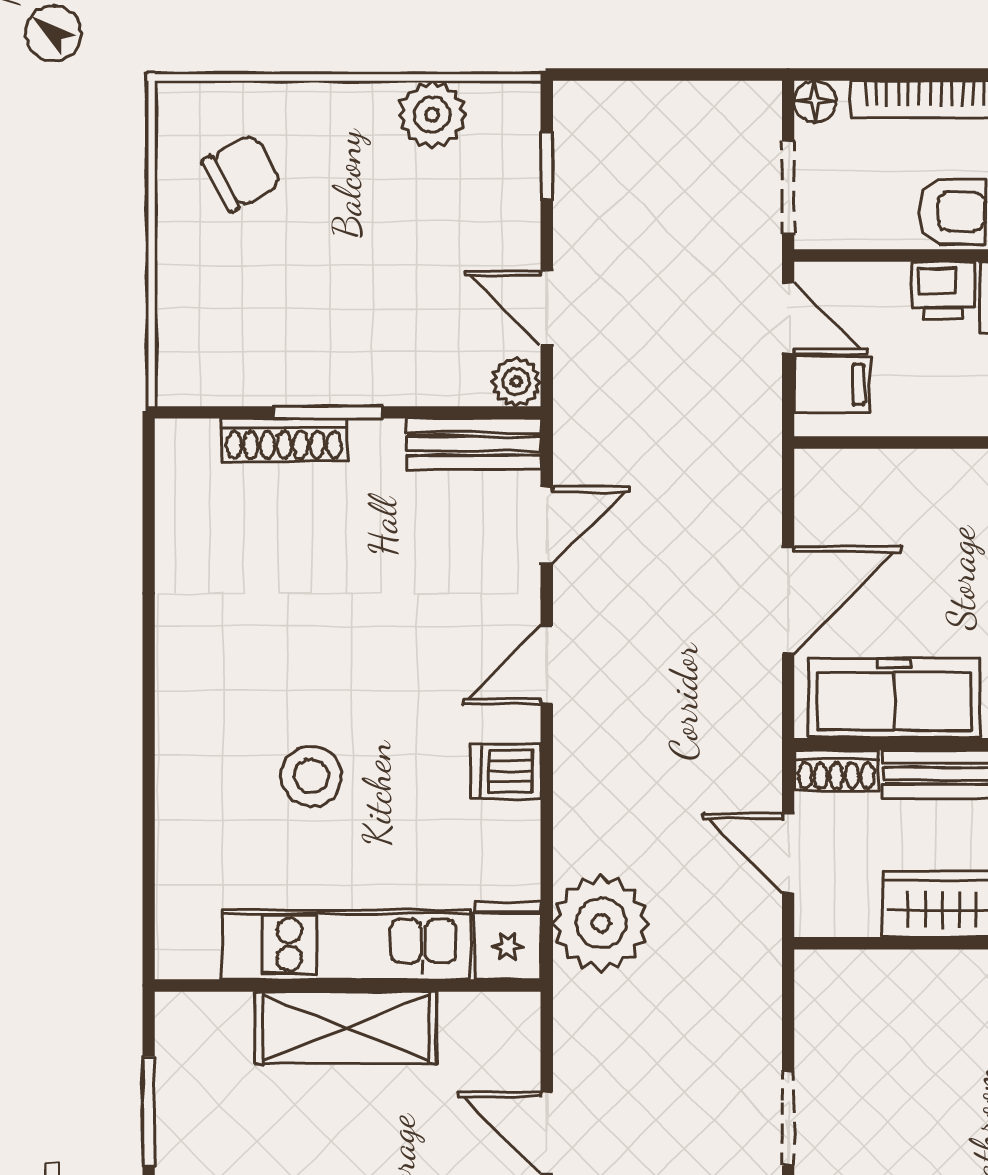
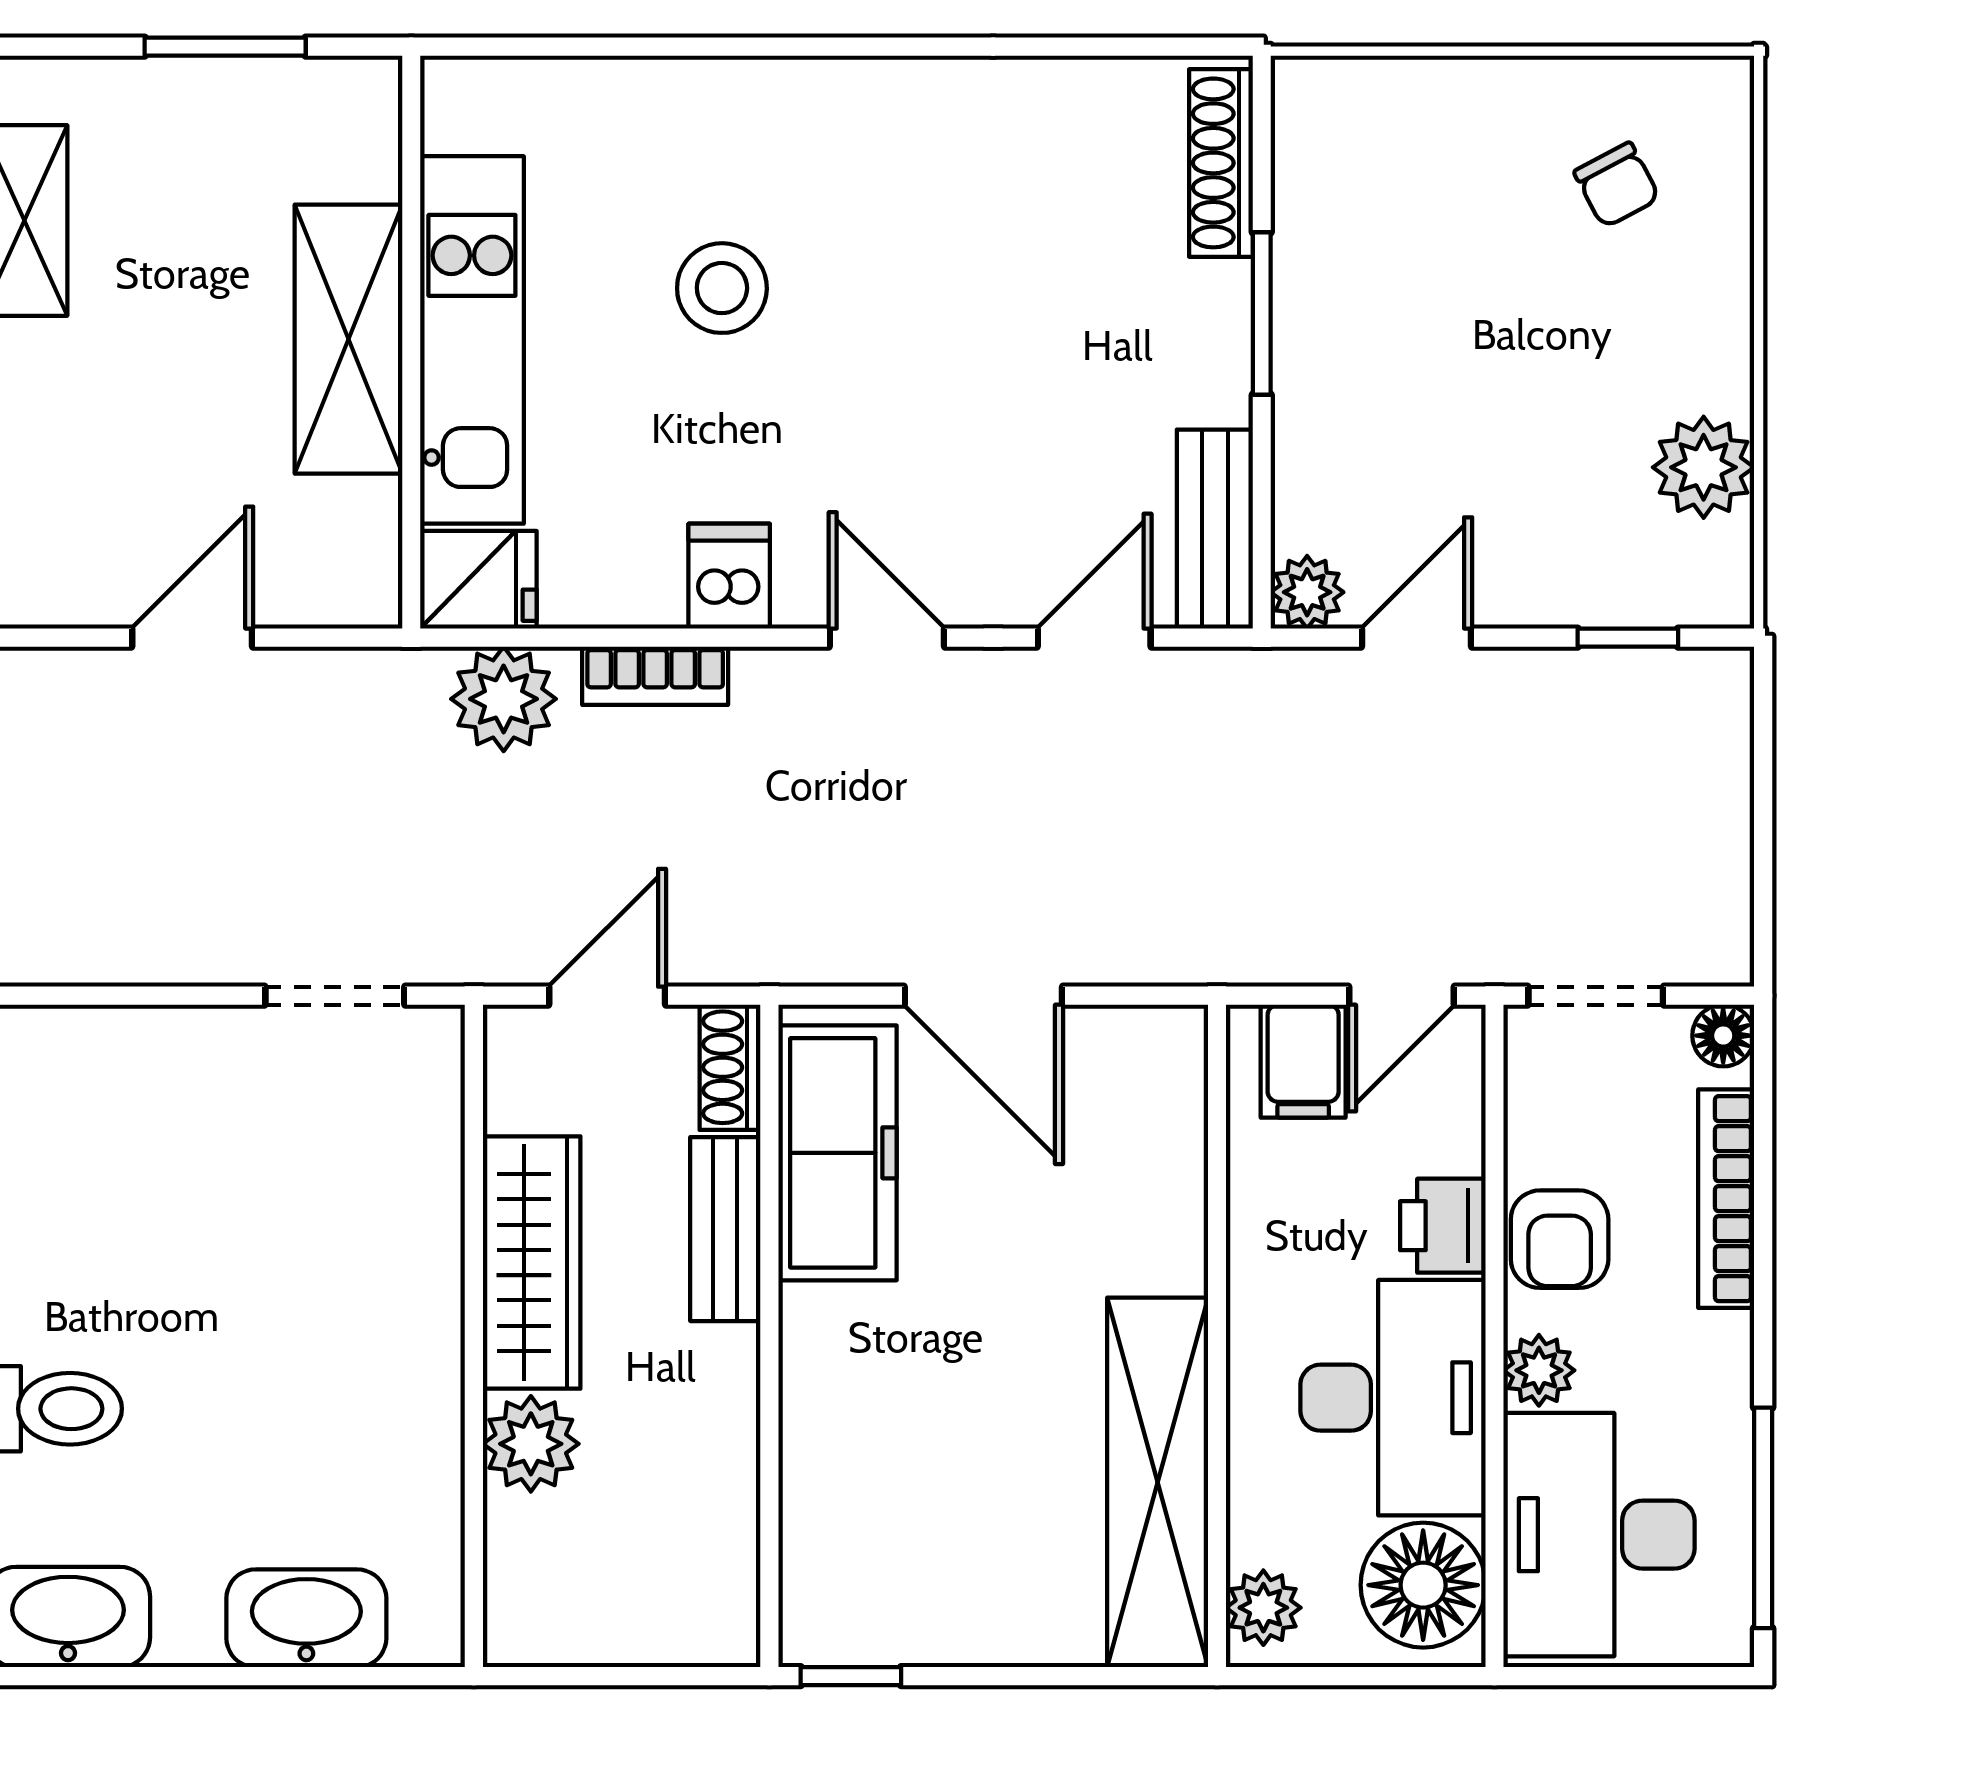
chair: (242, 173) -> (1617, 185), width x0.73, depth x0.73
shoe rack: (284, 440) -> (1221, 163), moved
door: (547, 525) -> (1094, 638), swing flipped
bookcase: (572, 821) -> (655, 676), added
plant: (601, 923) -> (504, 699), width x0.73, depth x0.73
doorway: (788, 1118) -> (335, 996), moved

